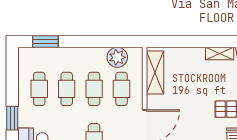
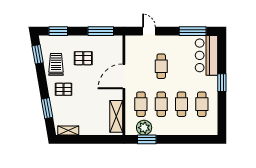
window: (45, 41) -> (147, 139), moved

